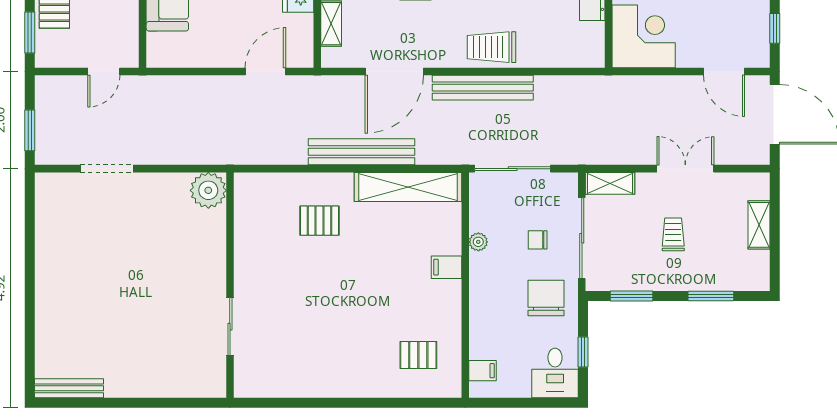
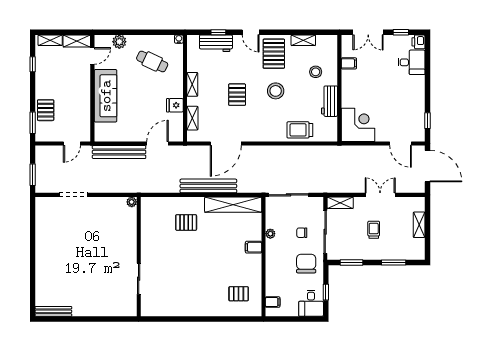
trolley: (492, 47) -> (300, 130), moved
bench: (483, 88) -> (119, 152), moved
plant: (208, 190) -> (132, 202), width x0.53, depth x0.53

